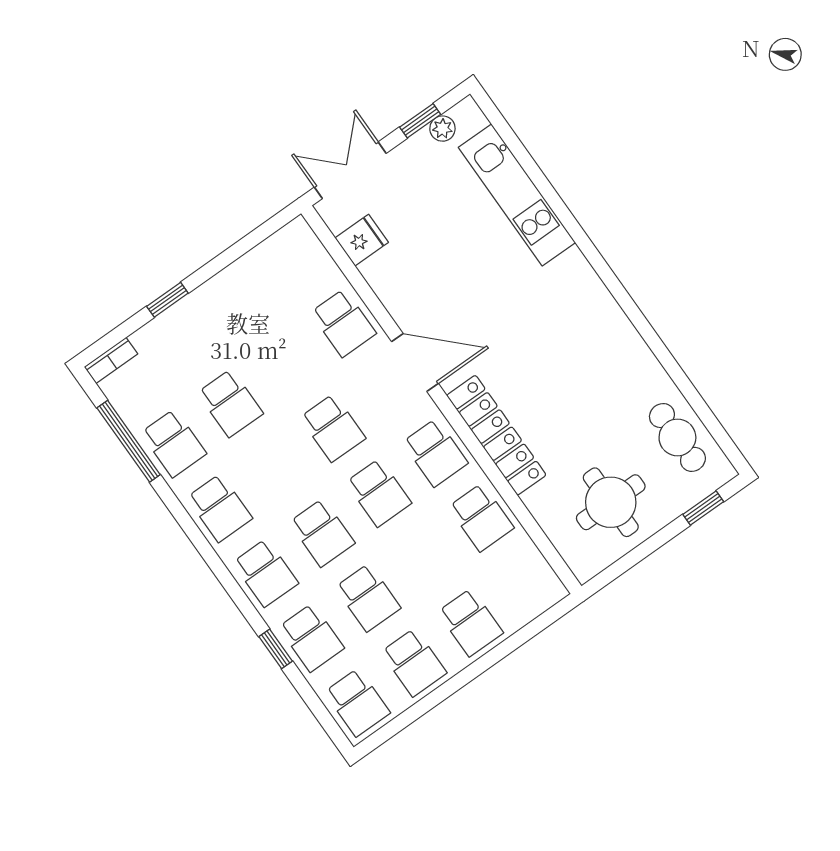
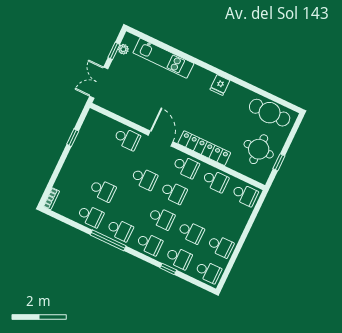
fridge: (362, 240) -> (220, 85), moved, turned 180
window: (167, 300) -> (73, 138), moved
door: (415, 362) -> (161, 138), hinge flipped
cafe table: (677, 437) -> (270, 113), width x1.37, depth x1.35
window: (129, 441) -> (108, 240), moved
window: (703, 508) -> (279, 162), moved
school desk: (470, 622) -> (245, 195), moved

